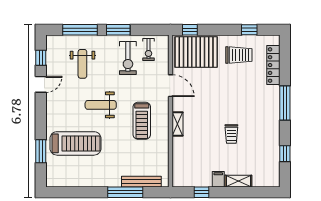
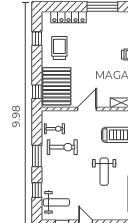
window: (80, 30) -> (37, 190), width x0.46
weight bench: (82, 64) -> (56, 202), moved

